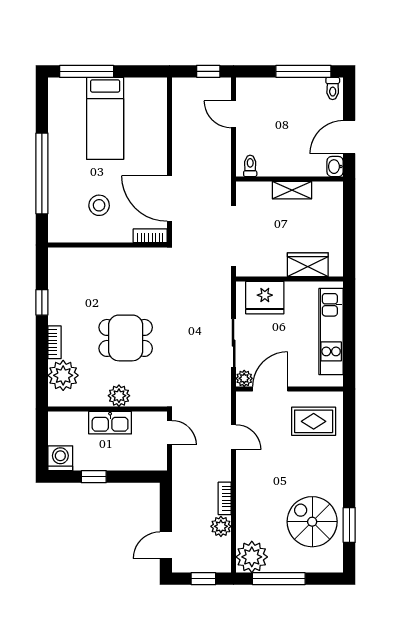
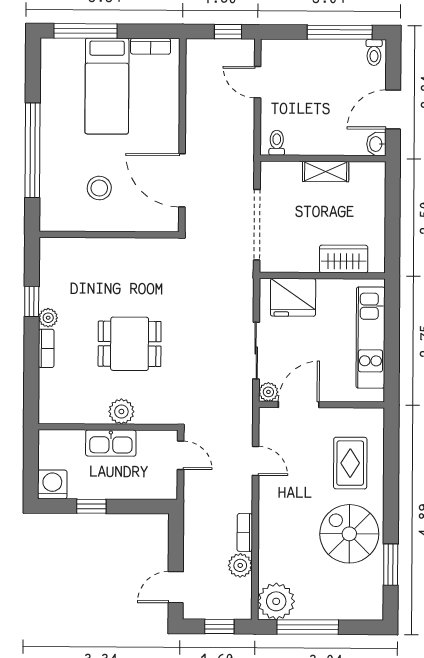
bookcase: (150, 236) -> (151, 46), moved, turned 180
plant: (63, 375) -> (48, 318), moved, width x0.53, depth x0.53
rug: (314, 421) -> (350, 463), moved, turned 90
spiral stairs: (312, 522) -> (349, 534), moved

